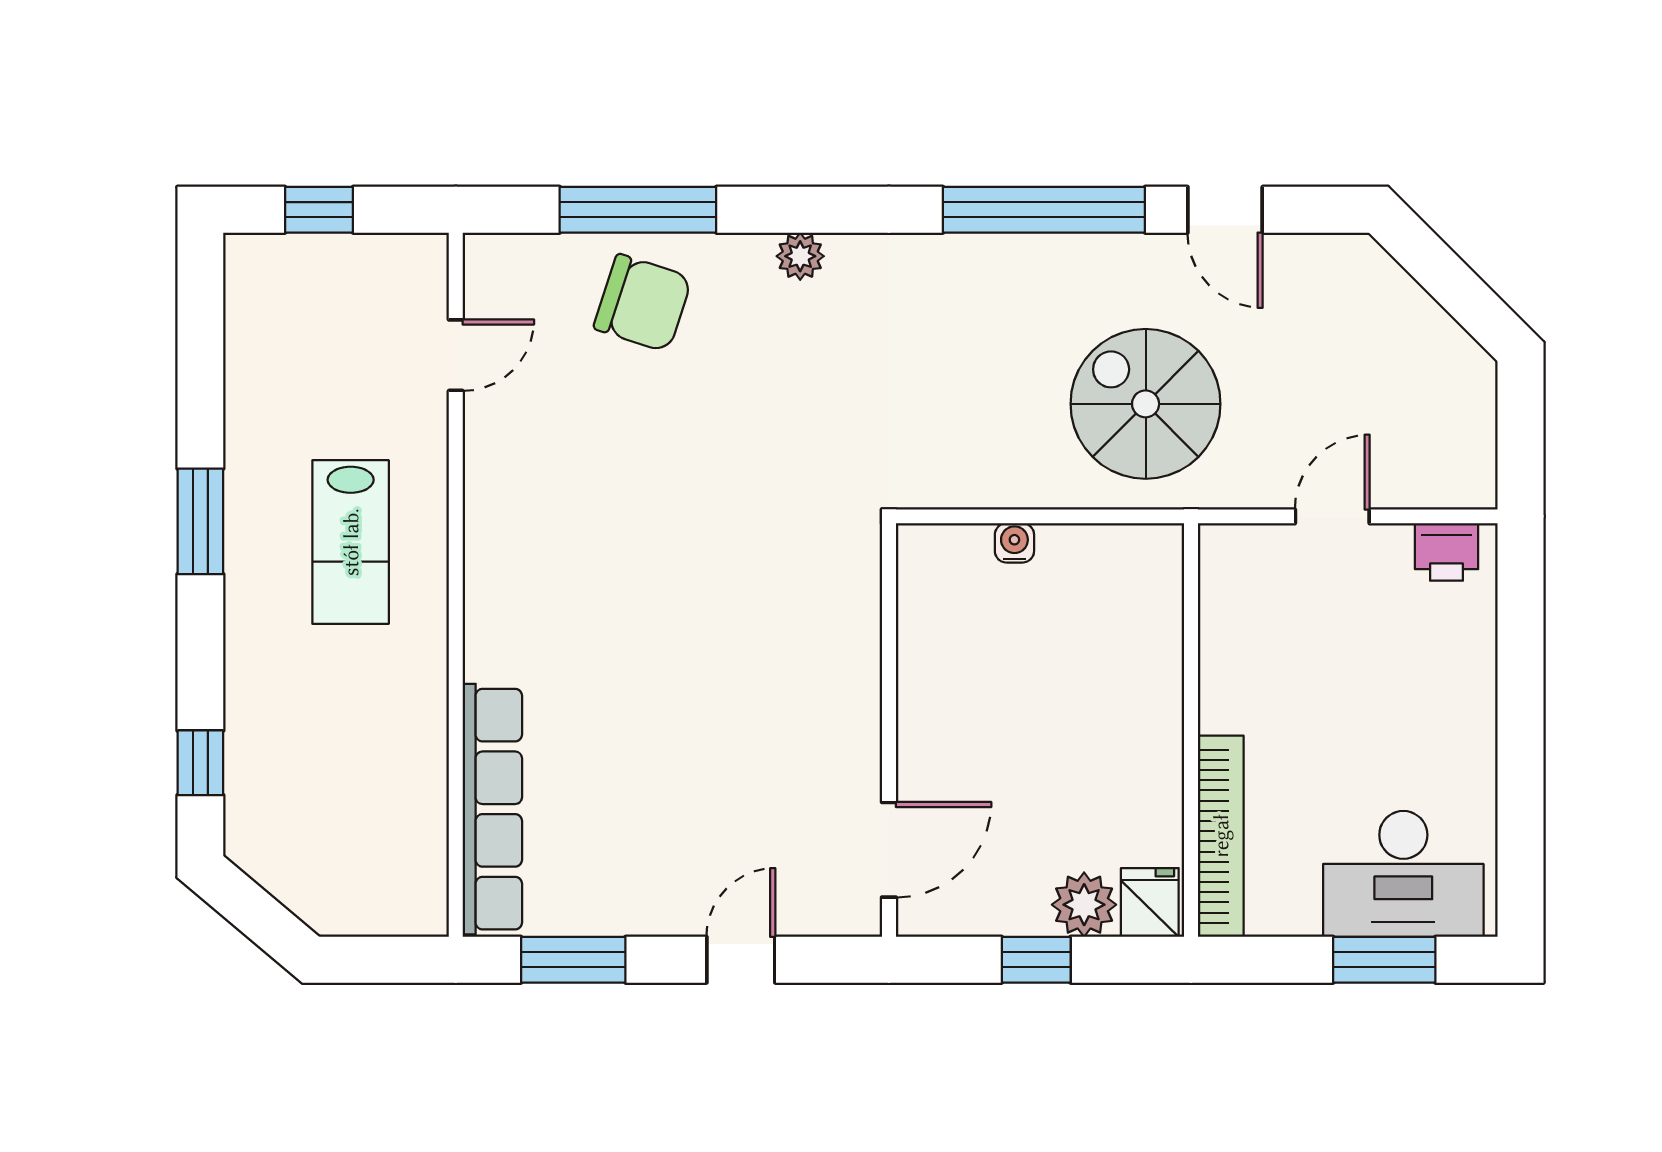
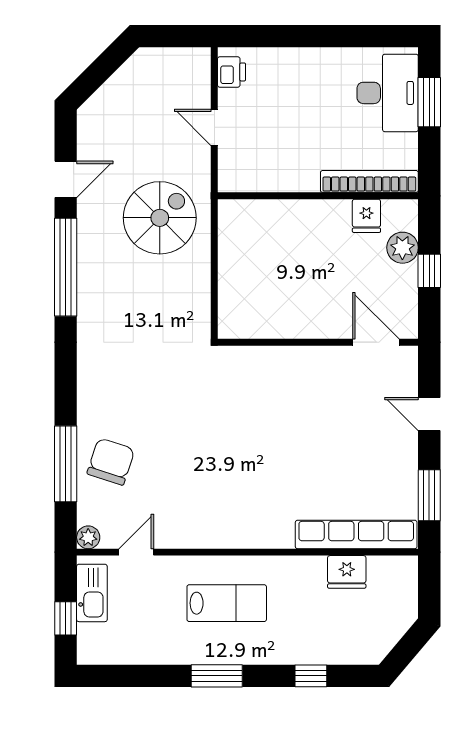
plant: (800, 256) -> (88, 537), moved
kitchen sink: (372, 264) -> (92, 593), added
door: (456, 355) -> (136, 552), hinge flipped
spiral stairs: (1146, 404) -> (160, 218), turned 180
water cooler: (1014, 543) -> (227, 281), removed
window: (200, 763) -> (311, 676), moved
fridge: (415, 790) -> (347, 572), added
fridge: (1150, 903) -> (366, 216), moved, turned -90

